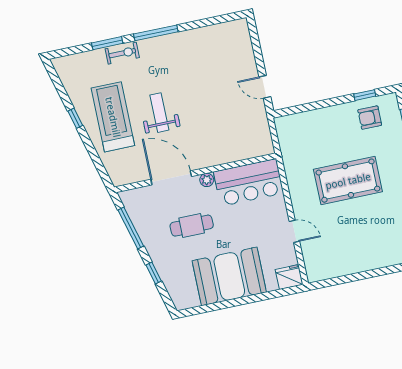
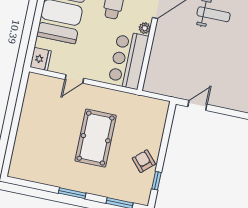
armchair: (370, 118) -> (144, 161), moved, turned -42

